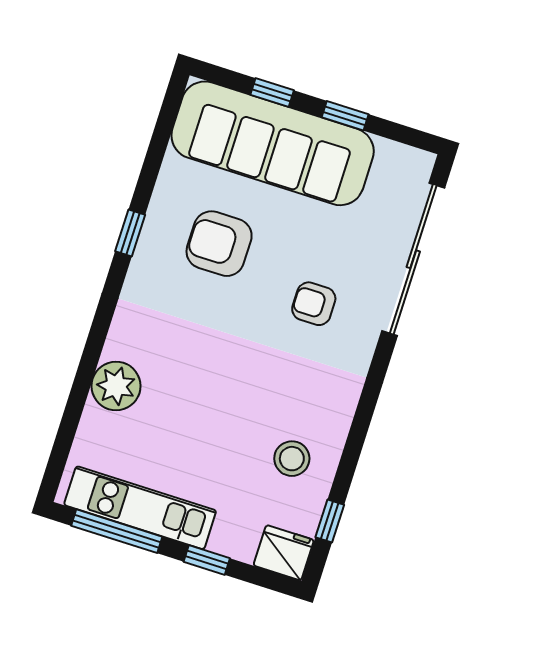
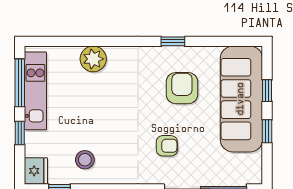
armchair: (314, 304) -> (167, 146), turned 90

